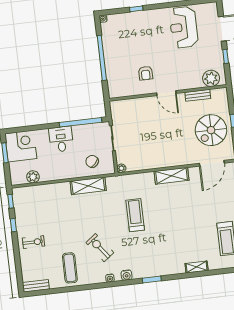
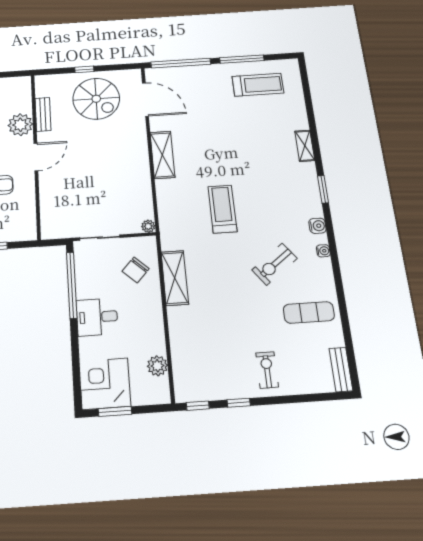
plant: (211, 78) -> (20, 125), moved
treadmill: (135, 215) -> (222, 209), turned 90
shelving: (197, 267) -> (305, 146), moved

